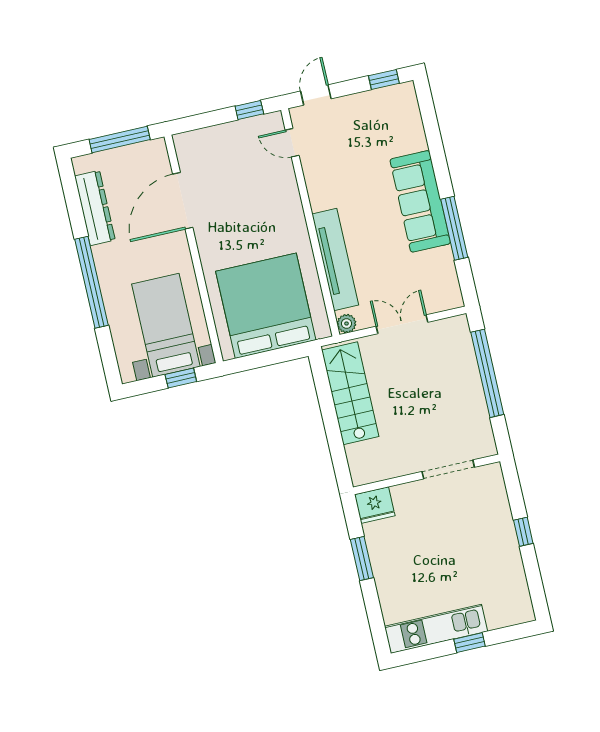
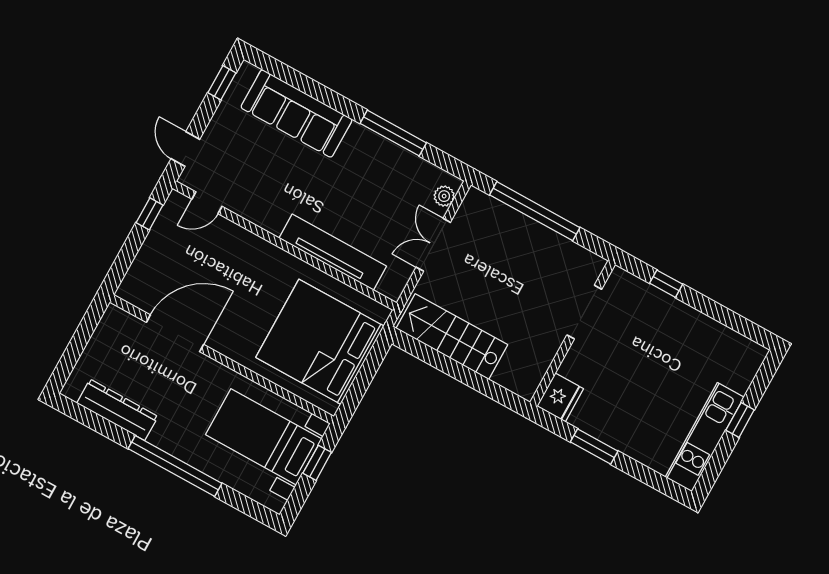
window: (120, 139) -> (80, 340), removed
door: (183, 201) -> (175, 333), swing flipped
sofa: (420, 201) -> (296, 113), moved
plant: (347, 324) -> (444, 196), moved
window: (523, 532) -> (666, 284), moved

